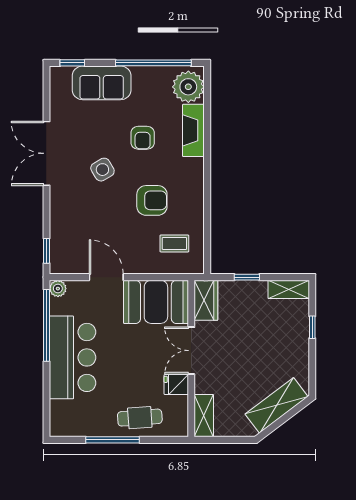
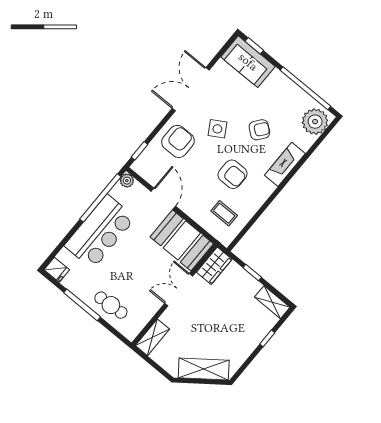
sofa: (102, 83) -> (248, 62), moved
fireplace: (193, 130) -> (285, 164), moved
armchair: (143, 138) -> (259, 130), turned -142
armchair: (75, 212) -> (178, 141), added
fridge: (176, 385) -> (57, 270), moved, turned 180

